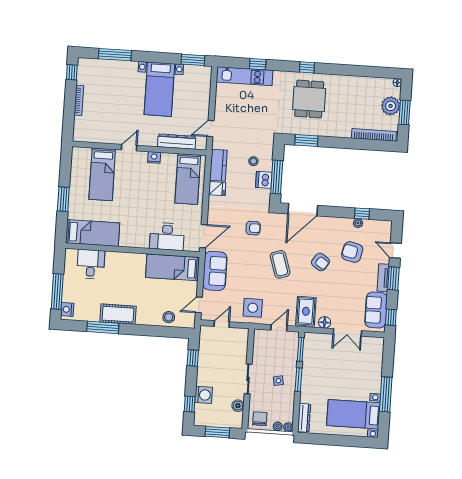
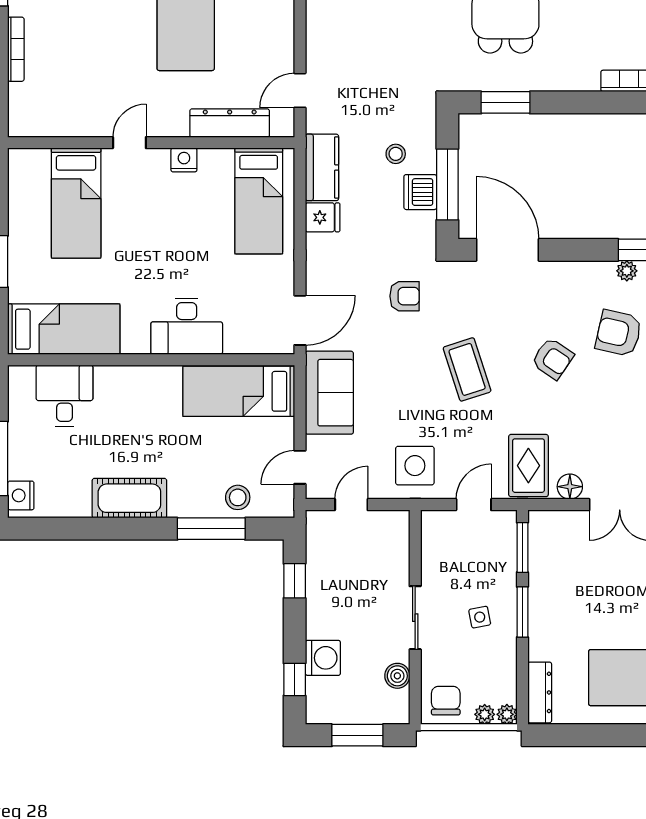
door: (303, 210) -> (507, 250), swing flipped
desk: (167, 237) -> (187, 326), moved
window: (103, 327) -> (211, 529), moved

